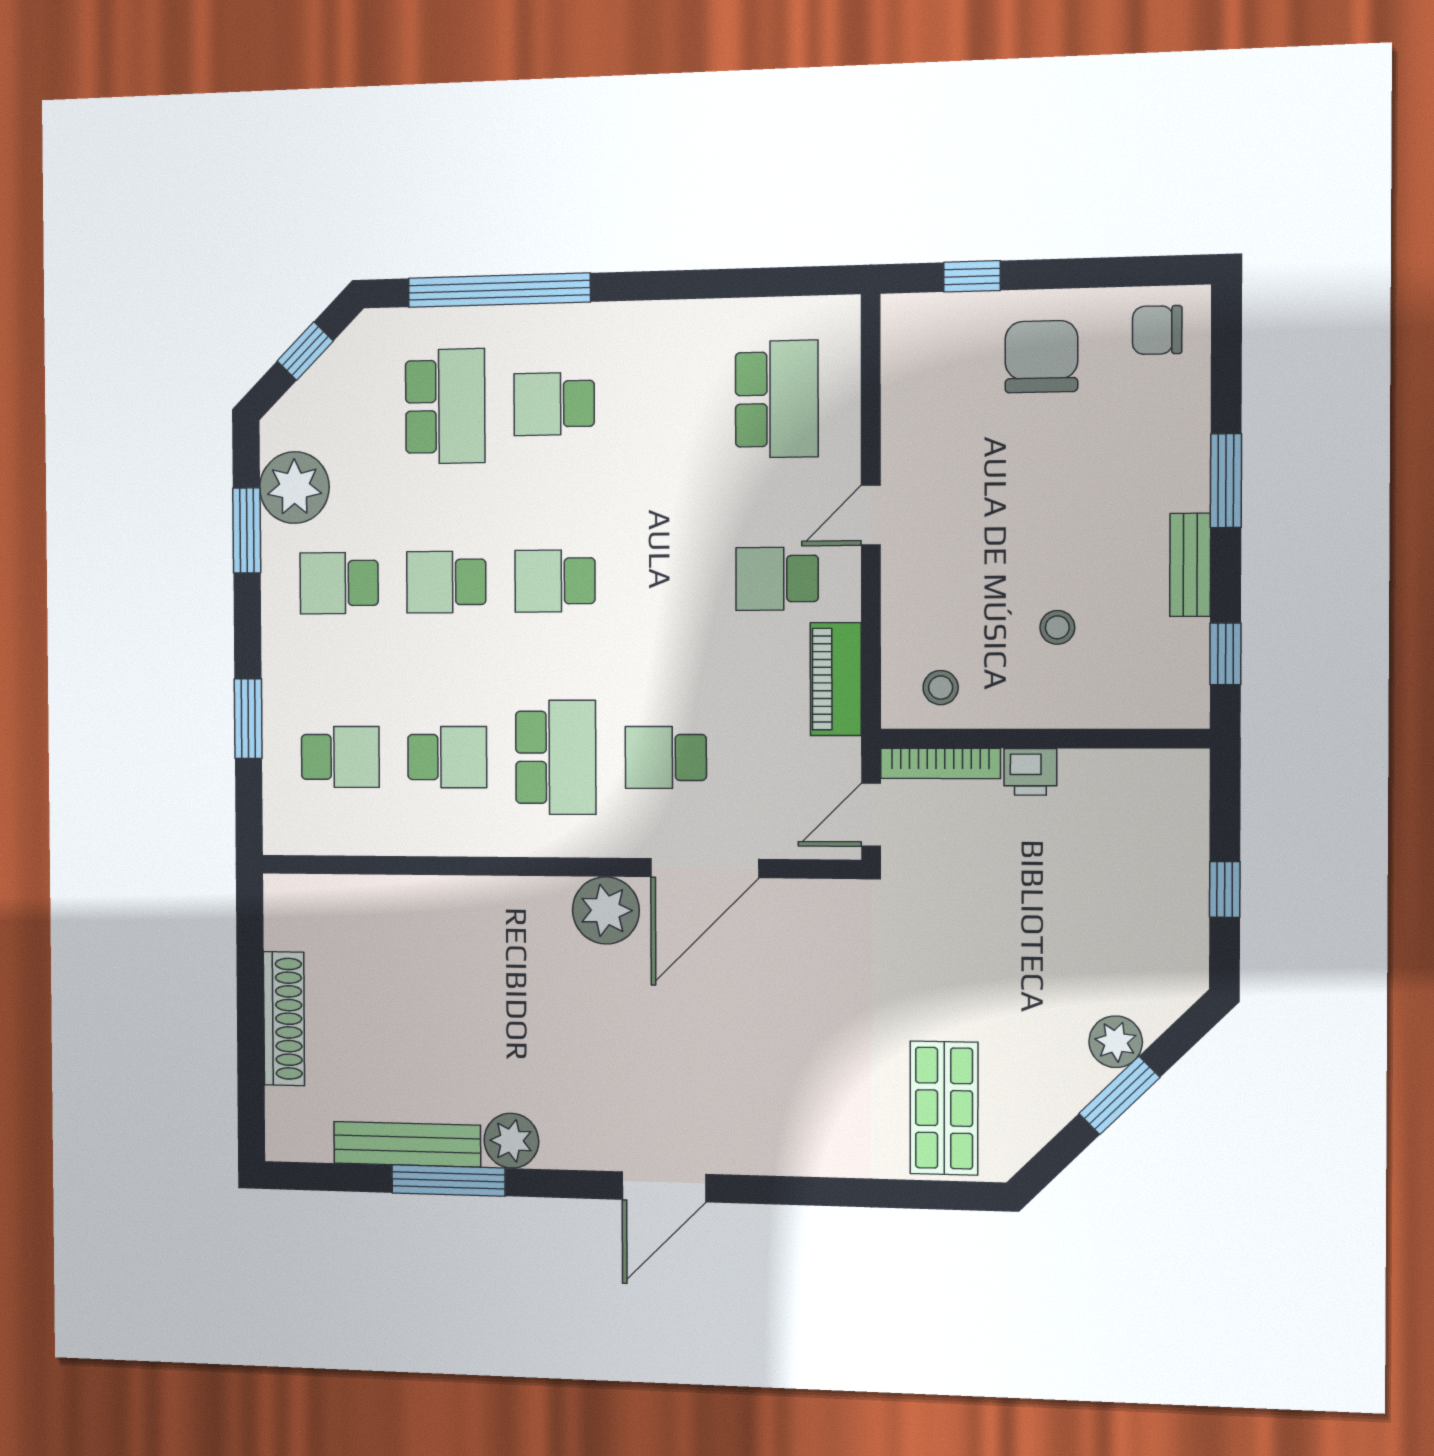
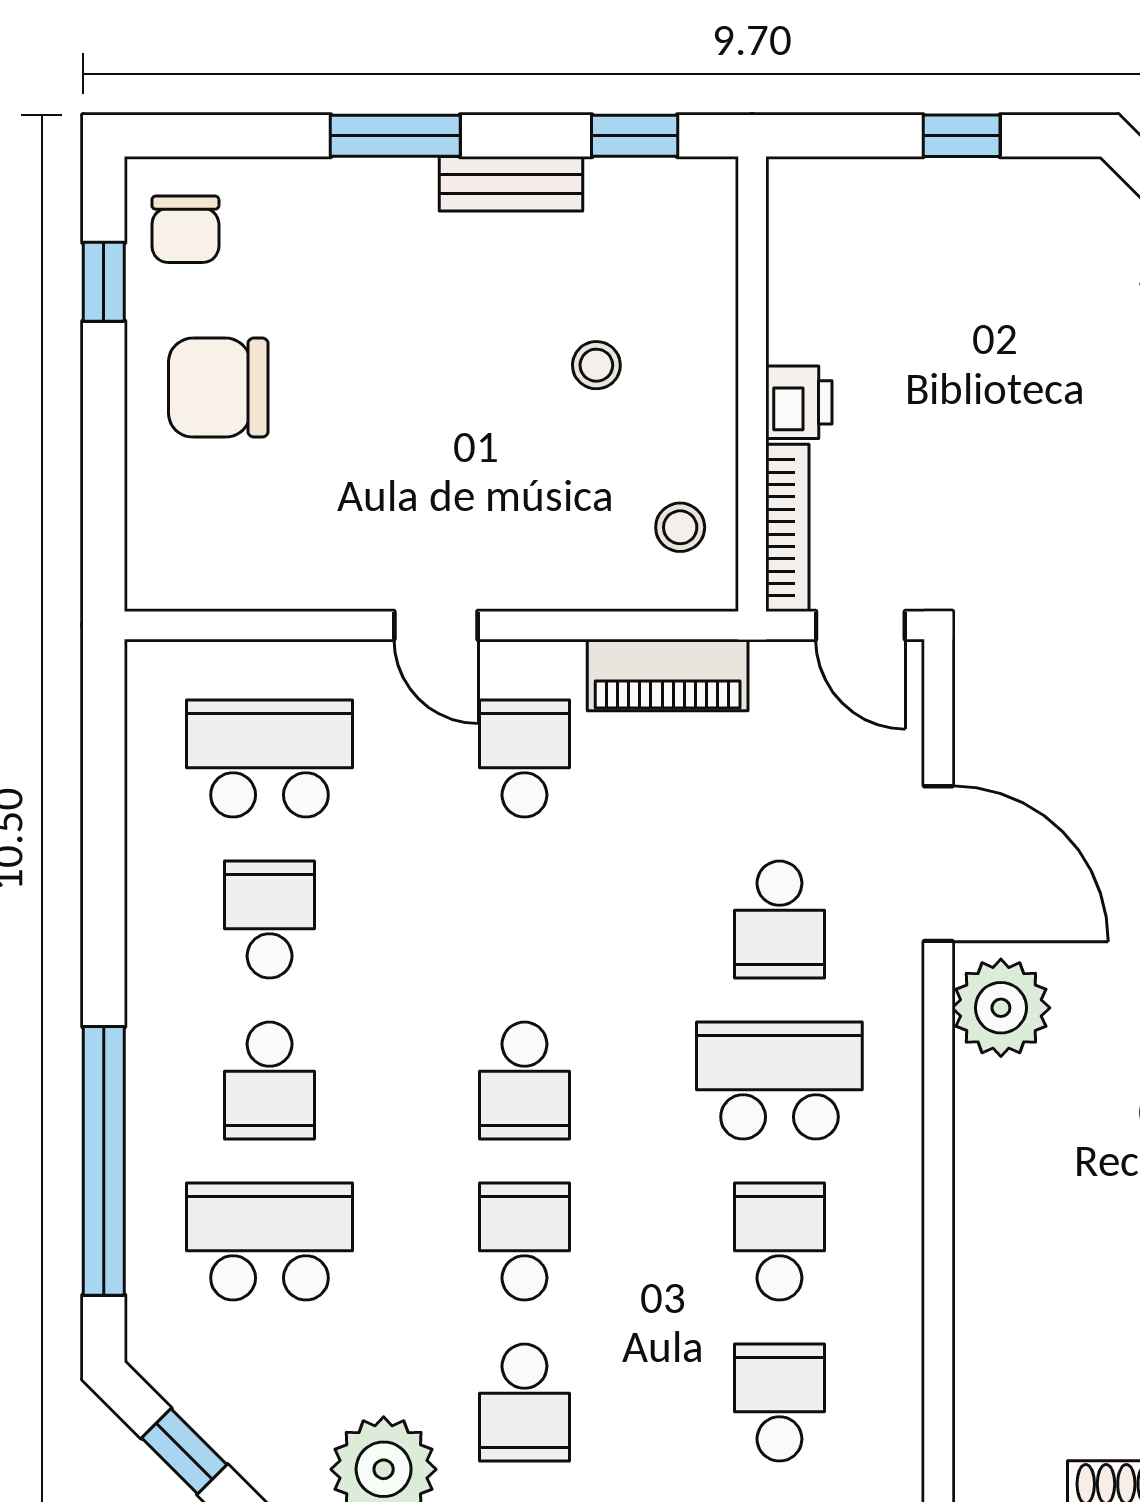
window: (972, 276) -> (104, 282), moved
school desk: (665, 402) -> (270, 920), added
school desk: (777, 579) -> (524, 759), turned 180
school desk: (446, 582) -> (524, 1242), turned 180

